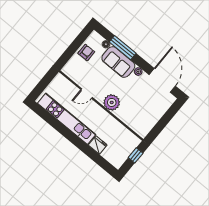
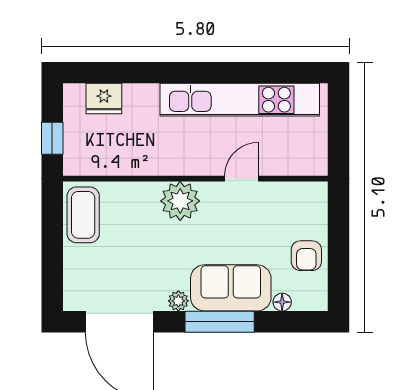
window: (123, 48) -> (220, 322), moved
coffee table: (146, 123) -> (83, 215), added
fridge: (98, 145) -> (104, 99), moved

